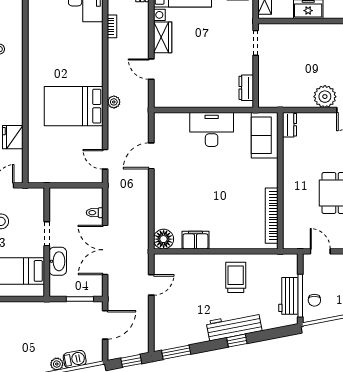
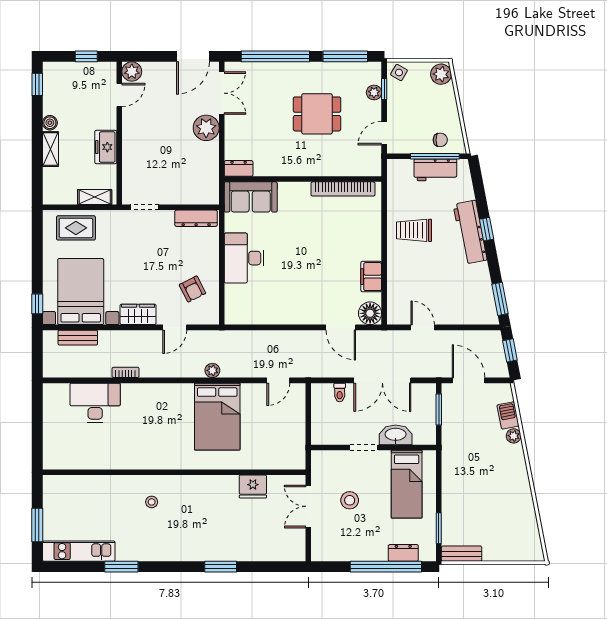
armchair: (185, 85) -> (192, 289), added
dresser: (246, 88) -> (196, 218), width x1.44
door: (151, 156) -> (341, 327), moved

